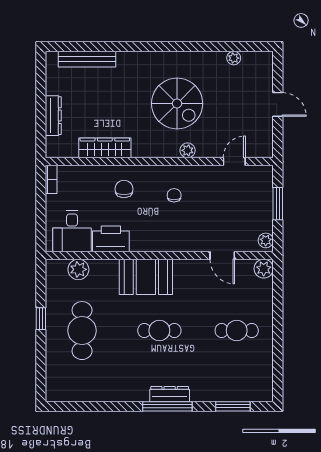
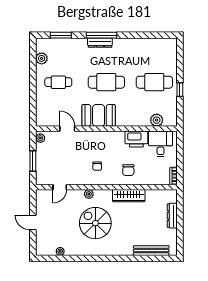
wardrobe: (105, 148) -> (129, 196), moved
plant: (264, 269) -> (42, 58), moved
booth: (146, 277) -> (99, 115), moved
cafe table: (82, 331) -> (154, 82), turned 90
cafe table: (159, 331) -> (106, 82), width x1.37, depth x1.35

